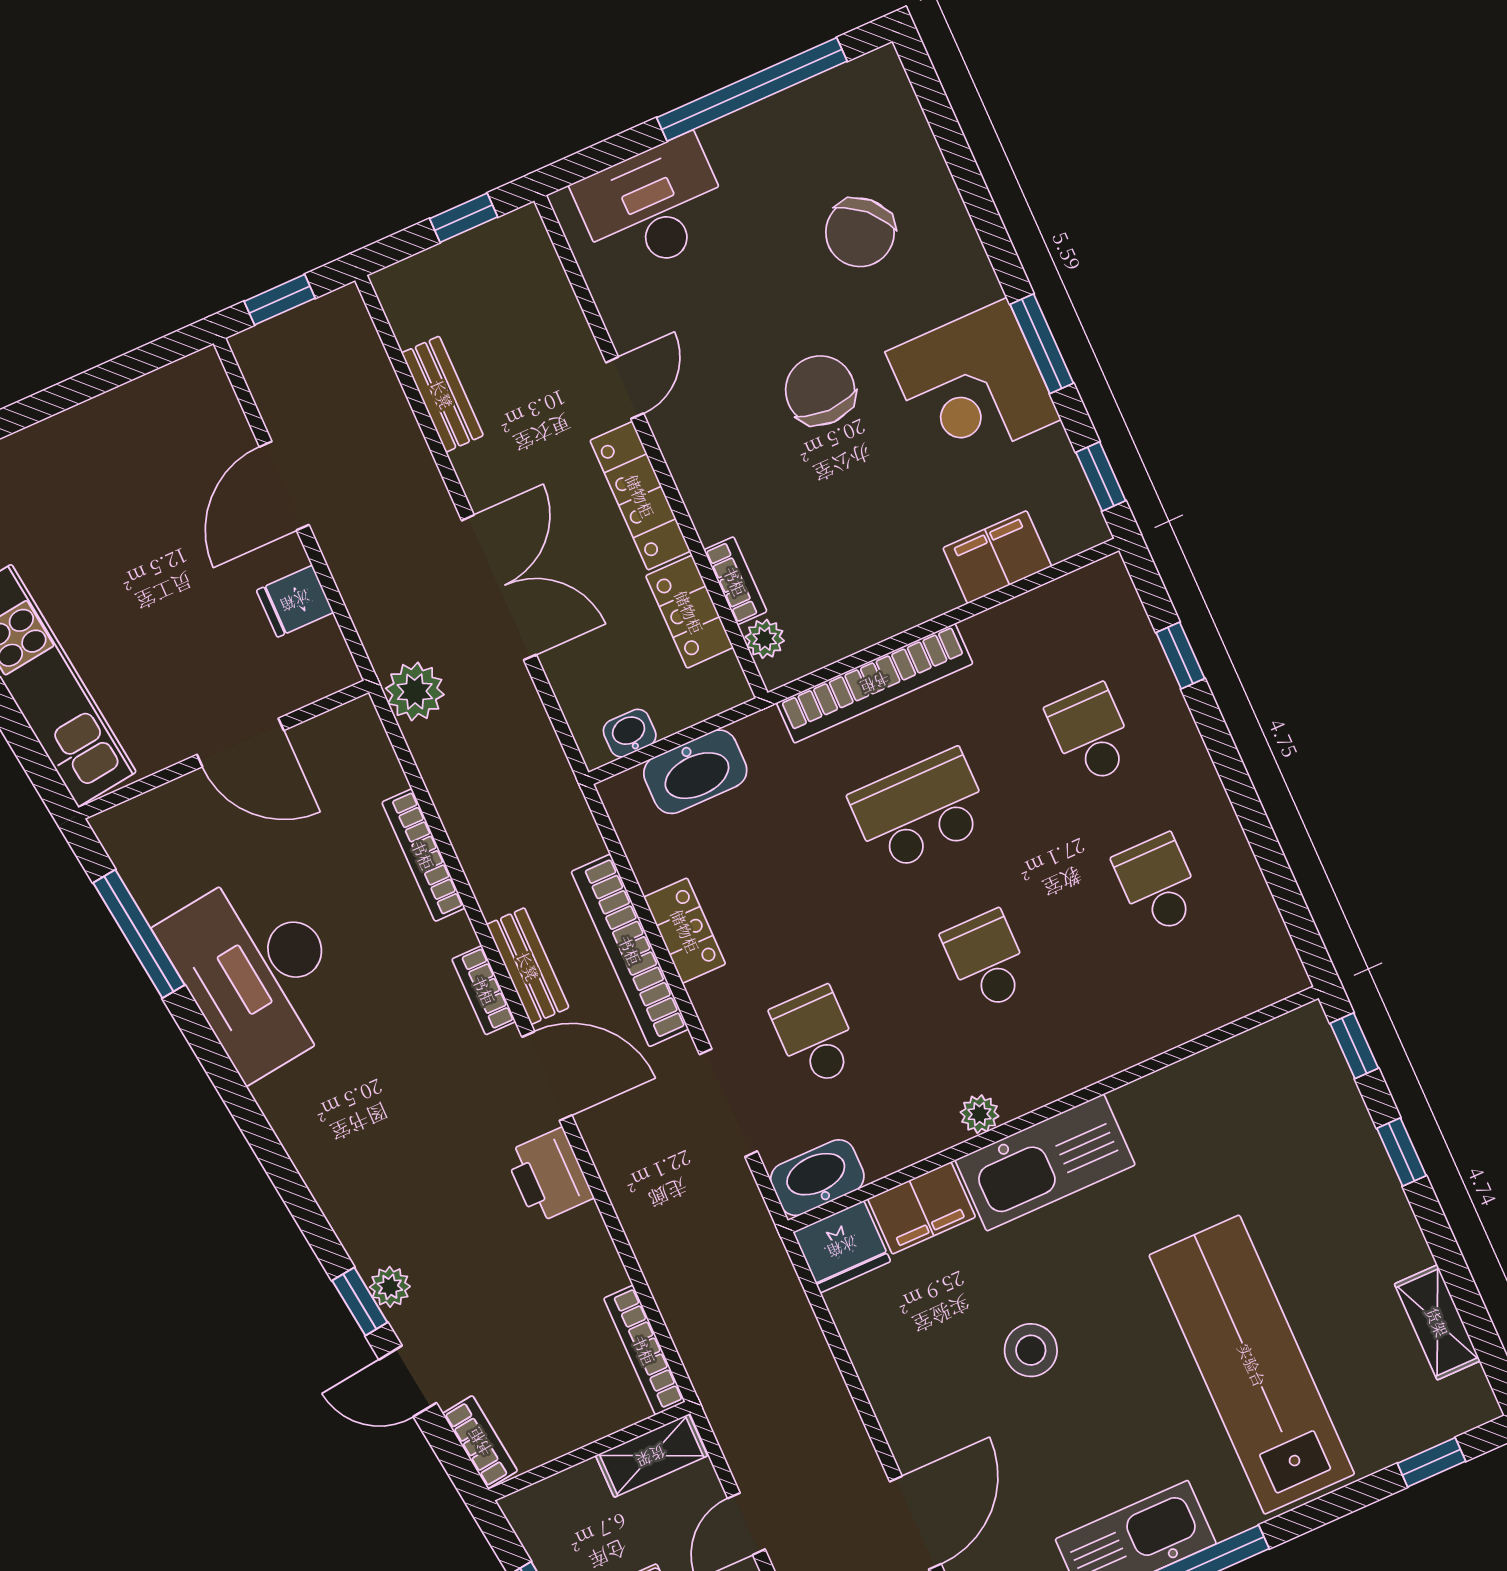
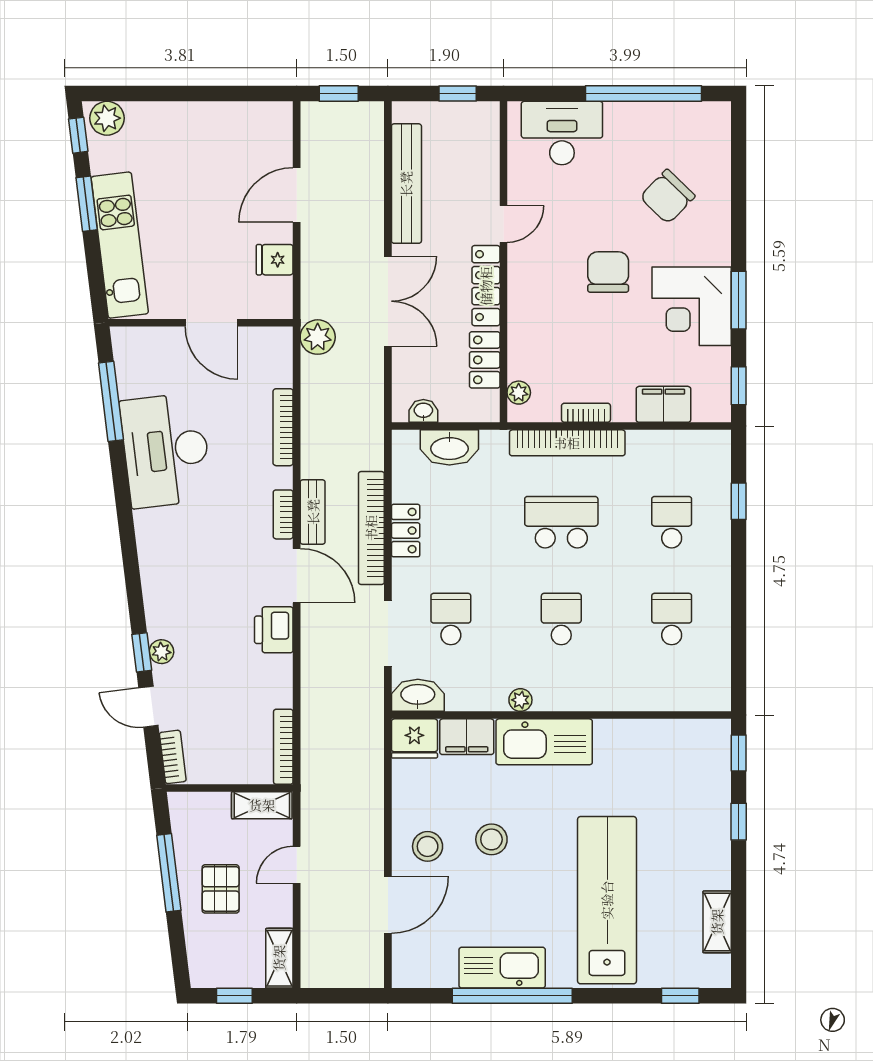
bench: (442, 394) -> (406, 184), width x1.86, depth x1.21
bookcase: (735, 581) -> (586, 413), moved, turned -90
stool: (937, 1405) -> (428, 846), added

